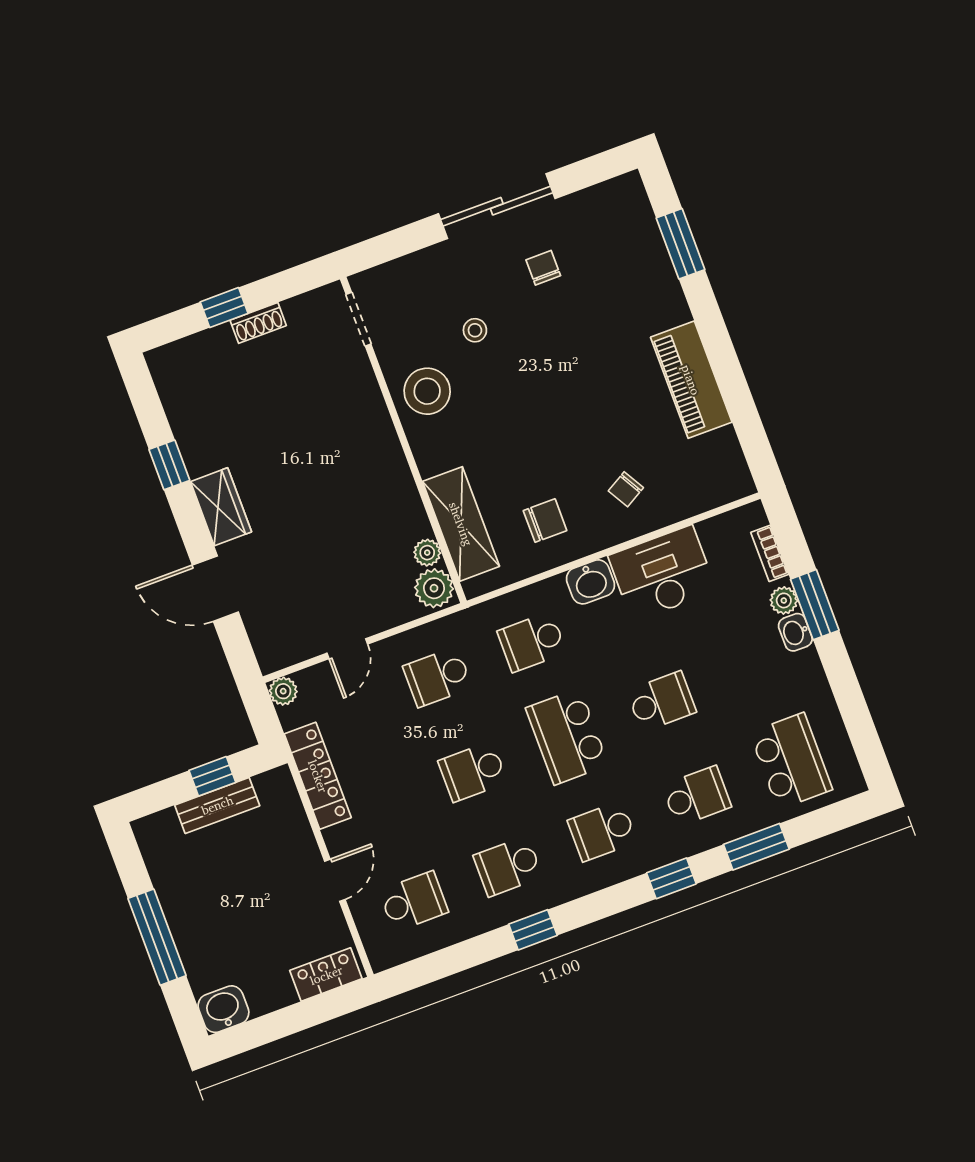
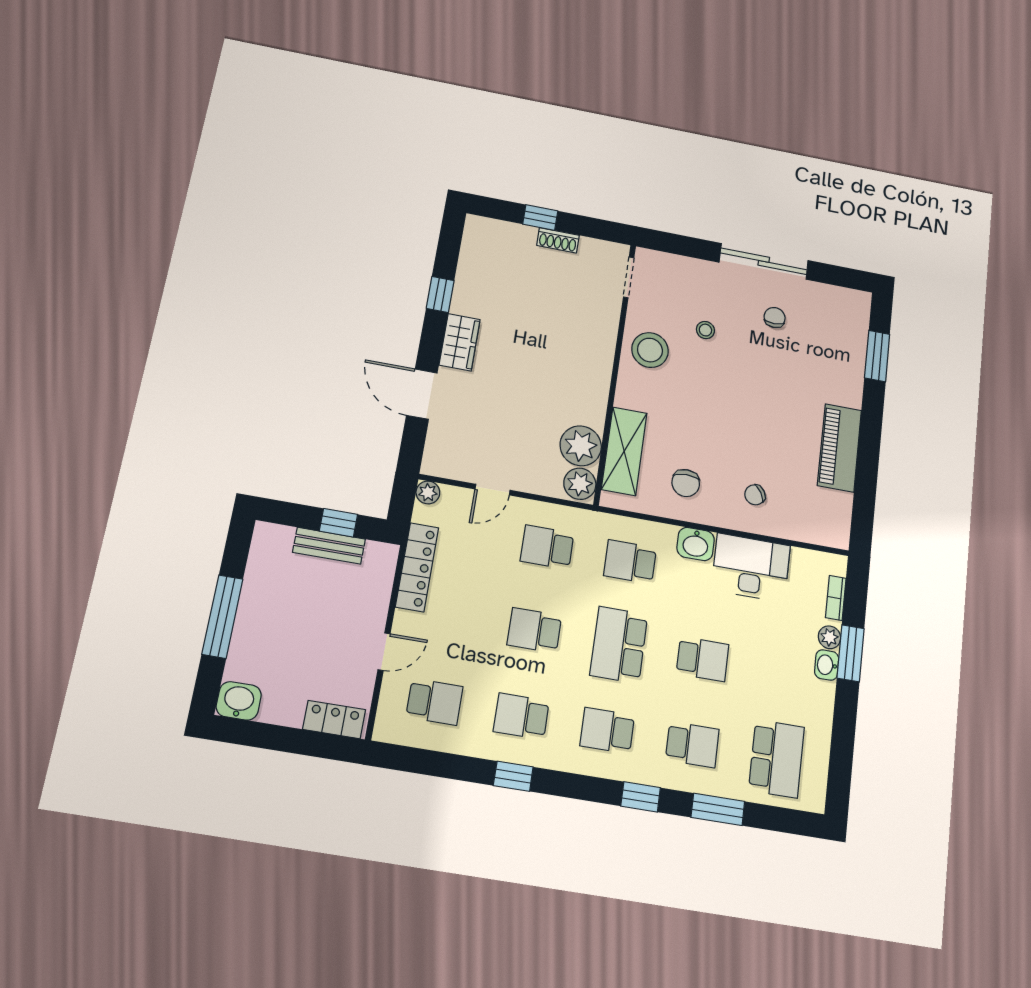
chair: (545, 521) -> (686, 483), turned 90
plant: (427, 553) -> (581, 446), width x1.88, depth x1.88

